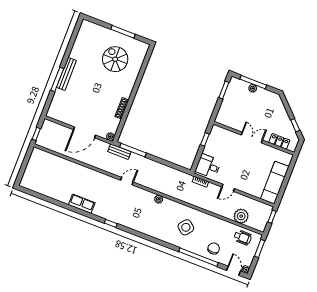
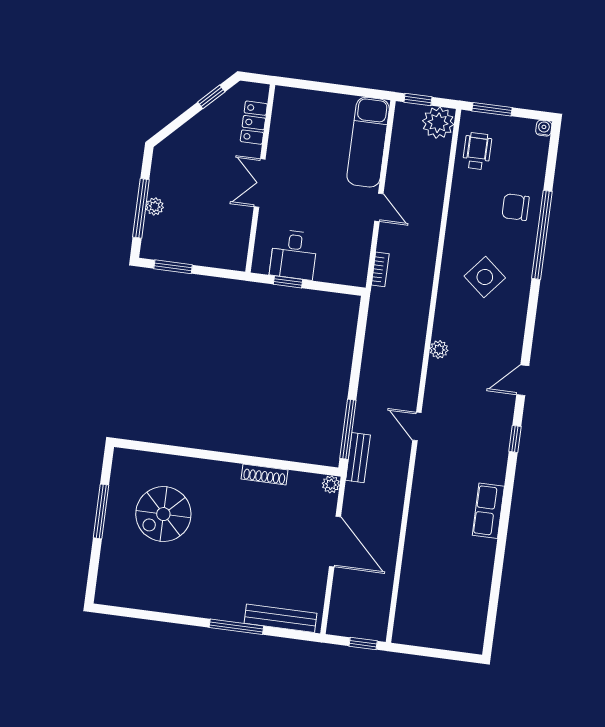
bench: (66, 74) -> (281, 618), moved
desk: (208, 166) -> (294, 255), moved
exam couch: (275, 183) -> (368, 142), moved, turned 90
plant: (241, 216) -> (438, 123), moved
door: (234, 271) -> (523, 380), moved

